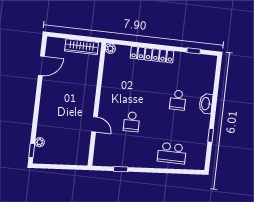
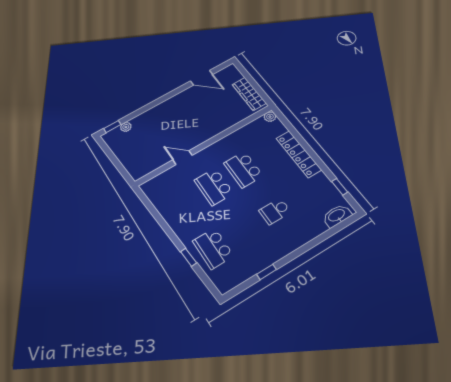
school desk: (135, 95) -> (243, 169), added
washbasin: (206, 104) -> (337, 216), moved
school desk: (132, 122) -> (214, 187), width x1.85
door: (95, 124) -> (182, 158), swing flipped
window: (121, 169) -> (189, 257), moved

